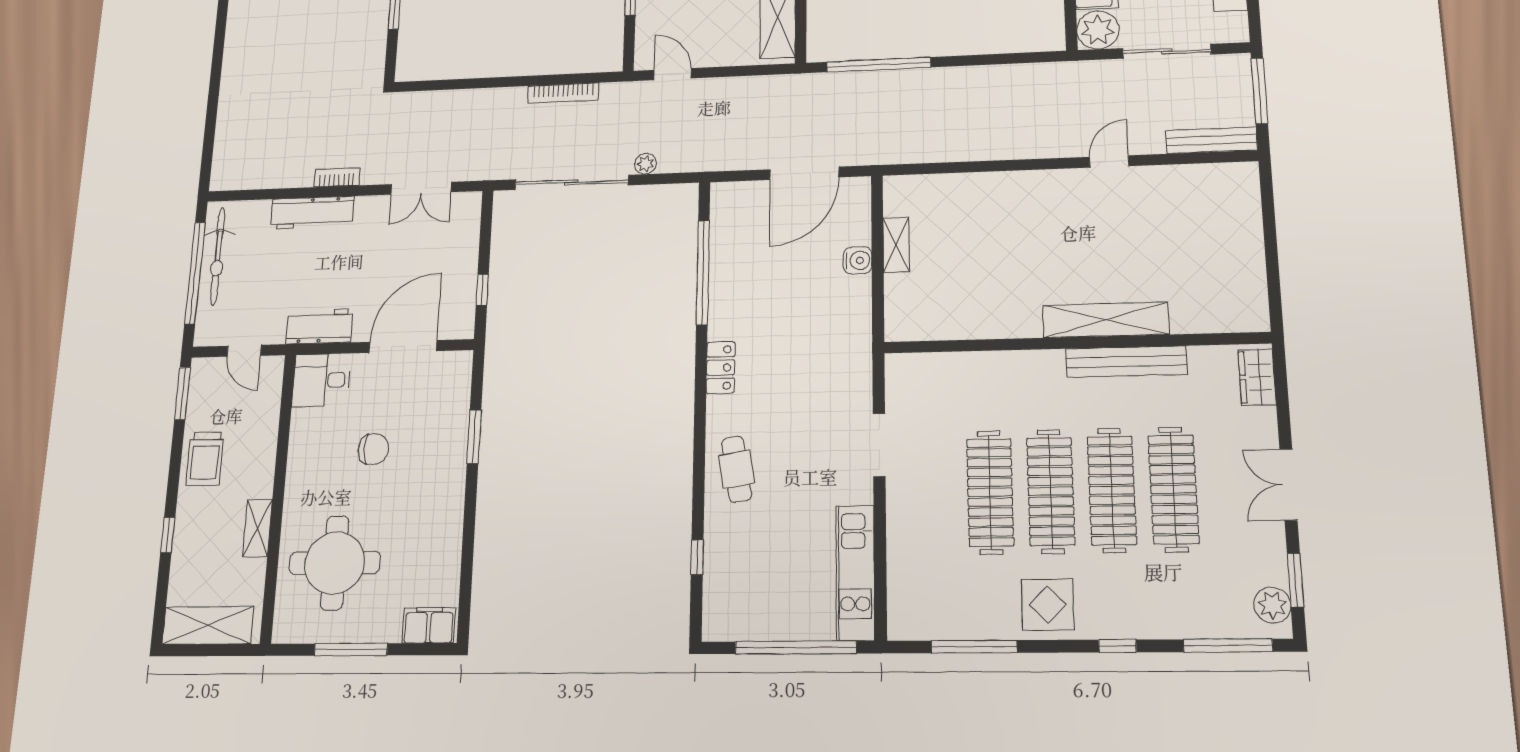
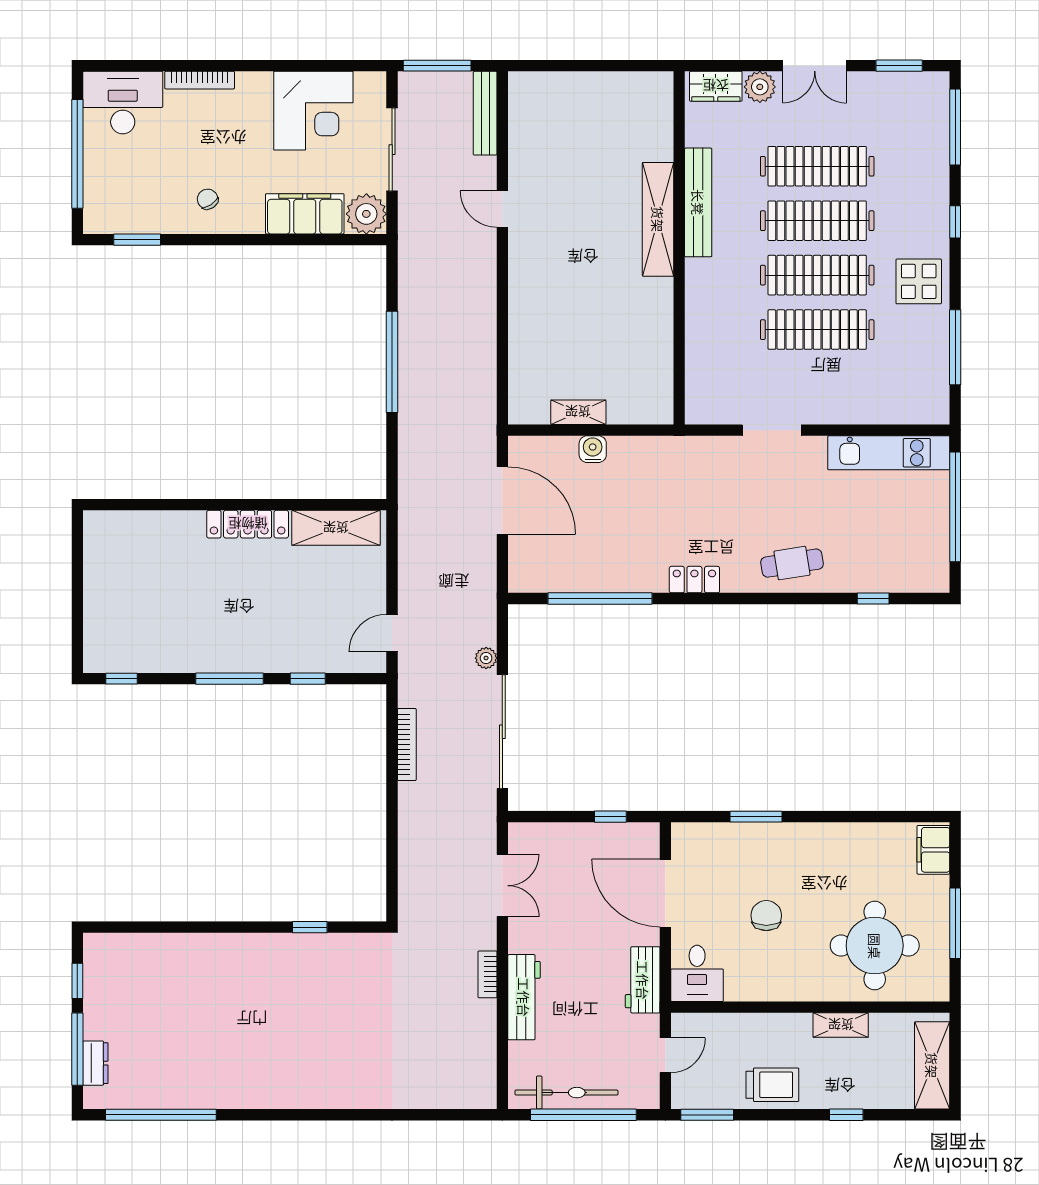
window: (878, 65) -> (392, 362), moved
plant: (1272, 605) -> (760, 87), moved

